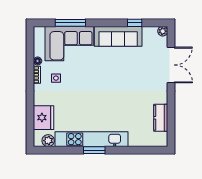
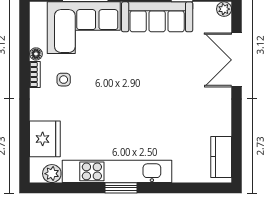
double door: (171, 65) -> (237, 60), swing flipped
kitchen counter: (161, 118) -> (221, 157), moved

